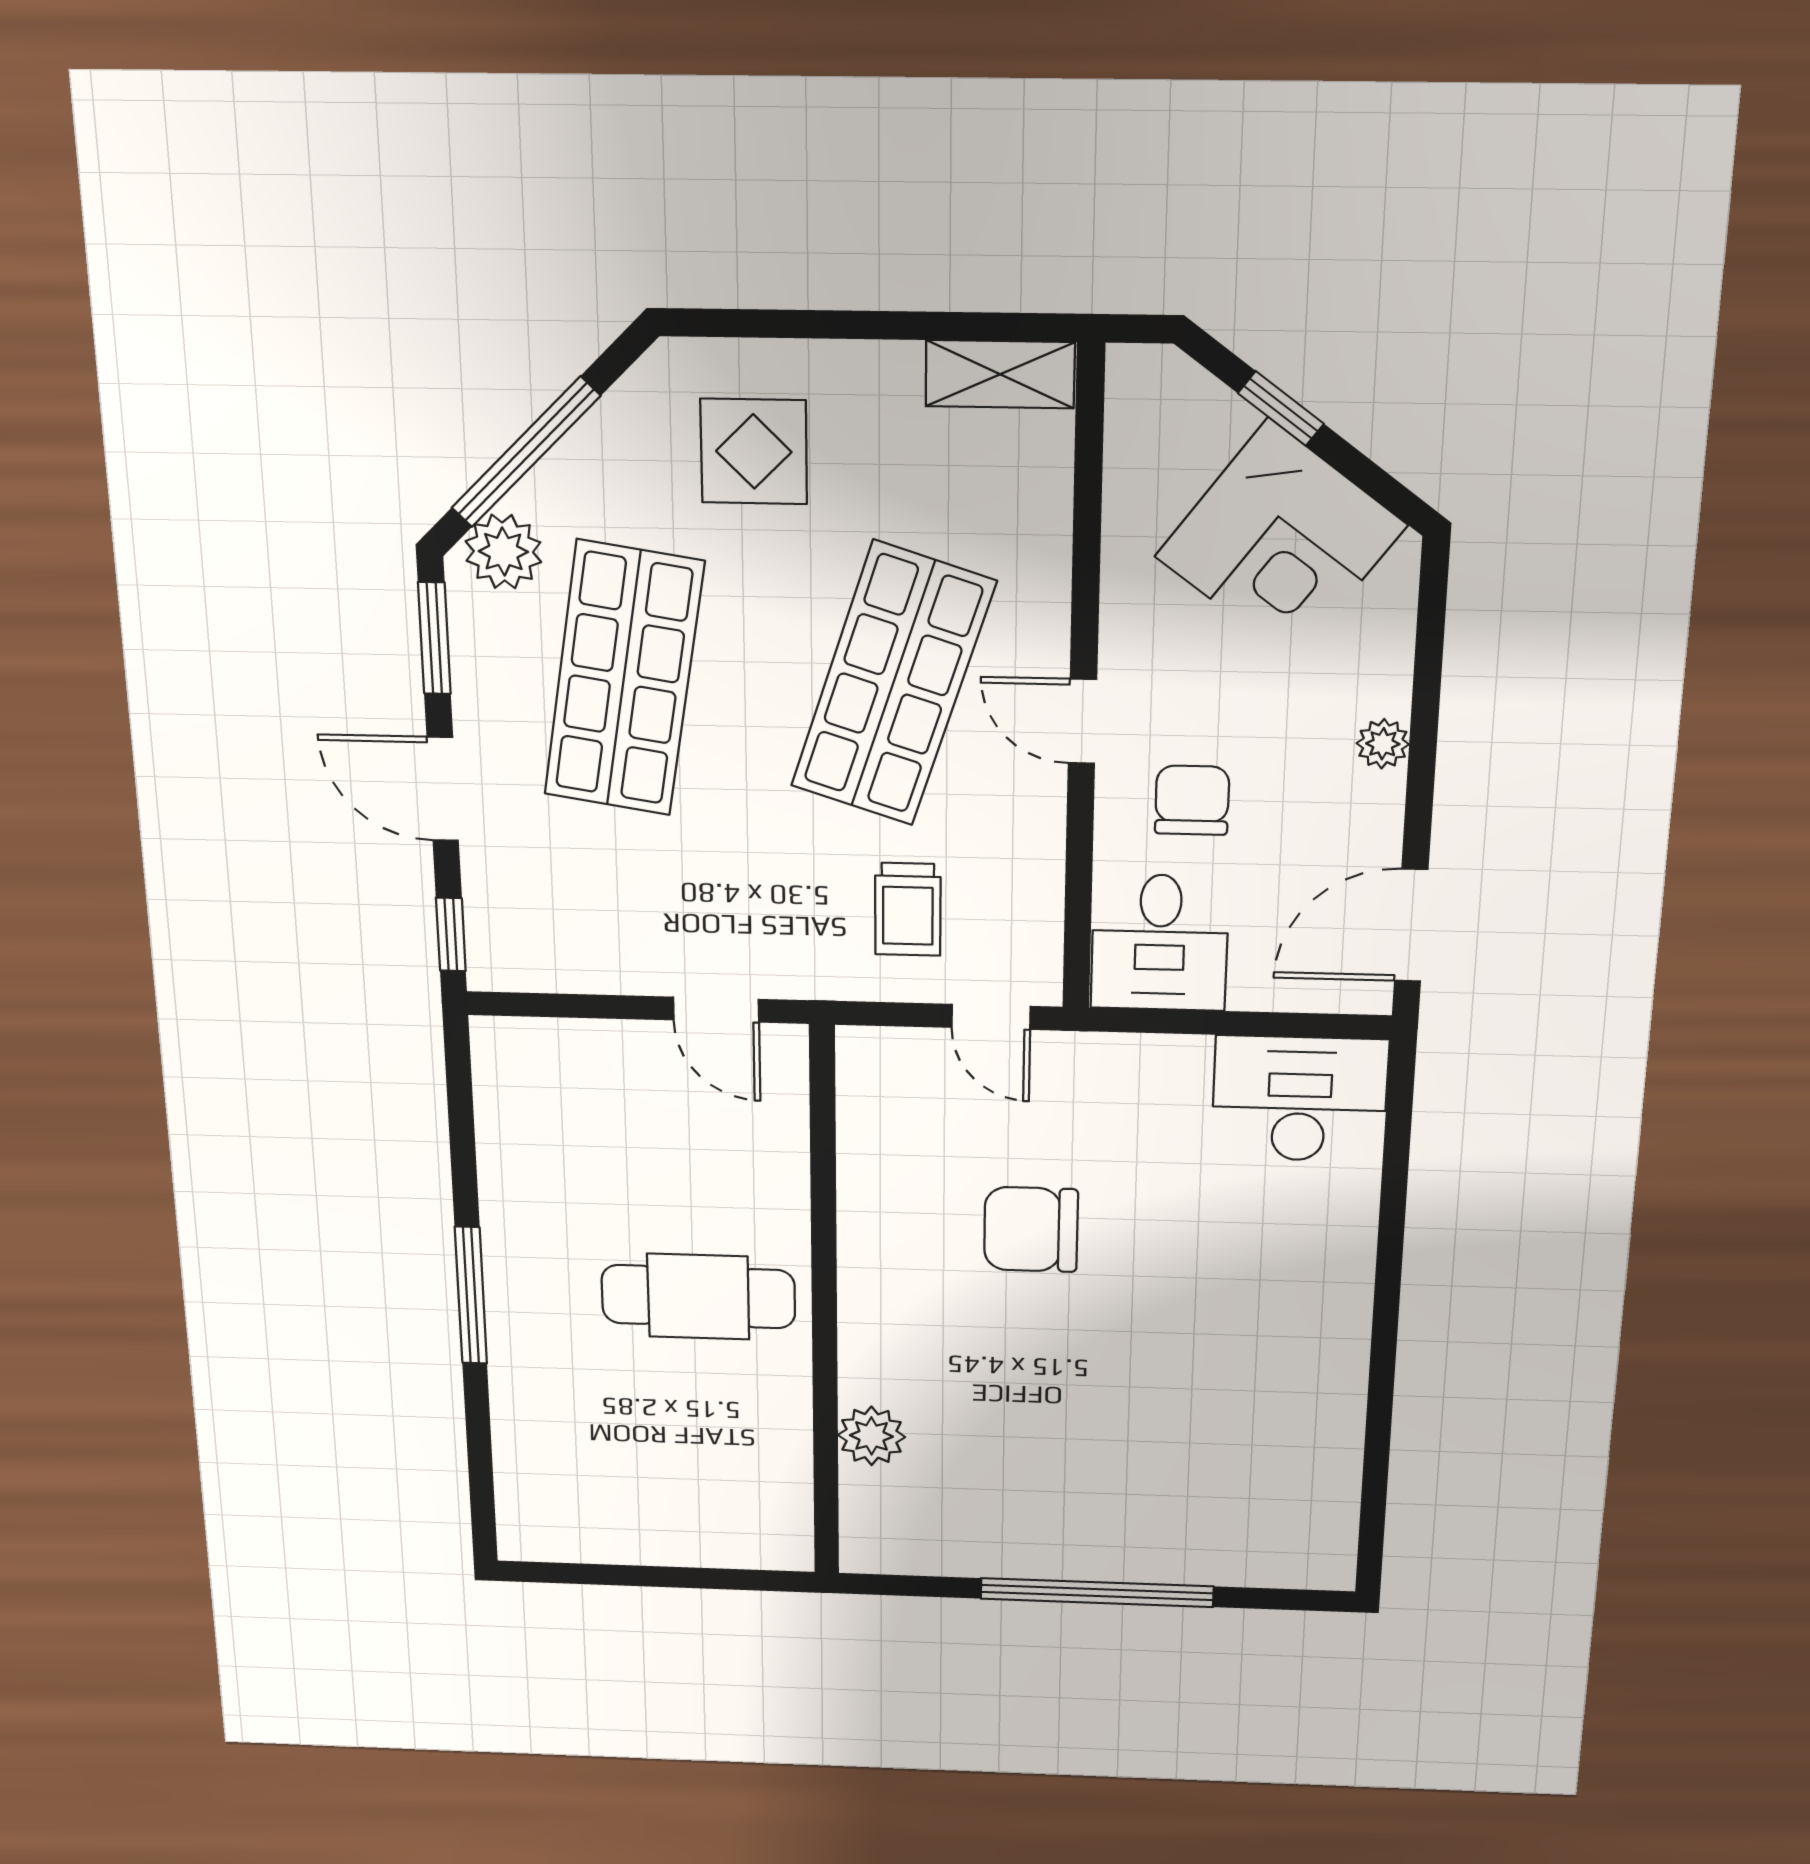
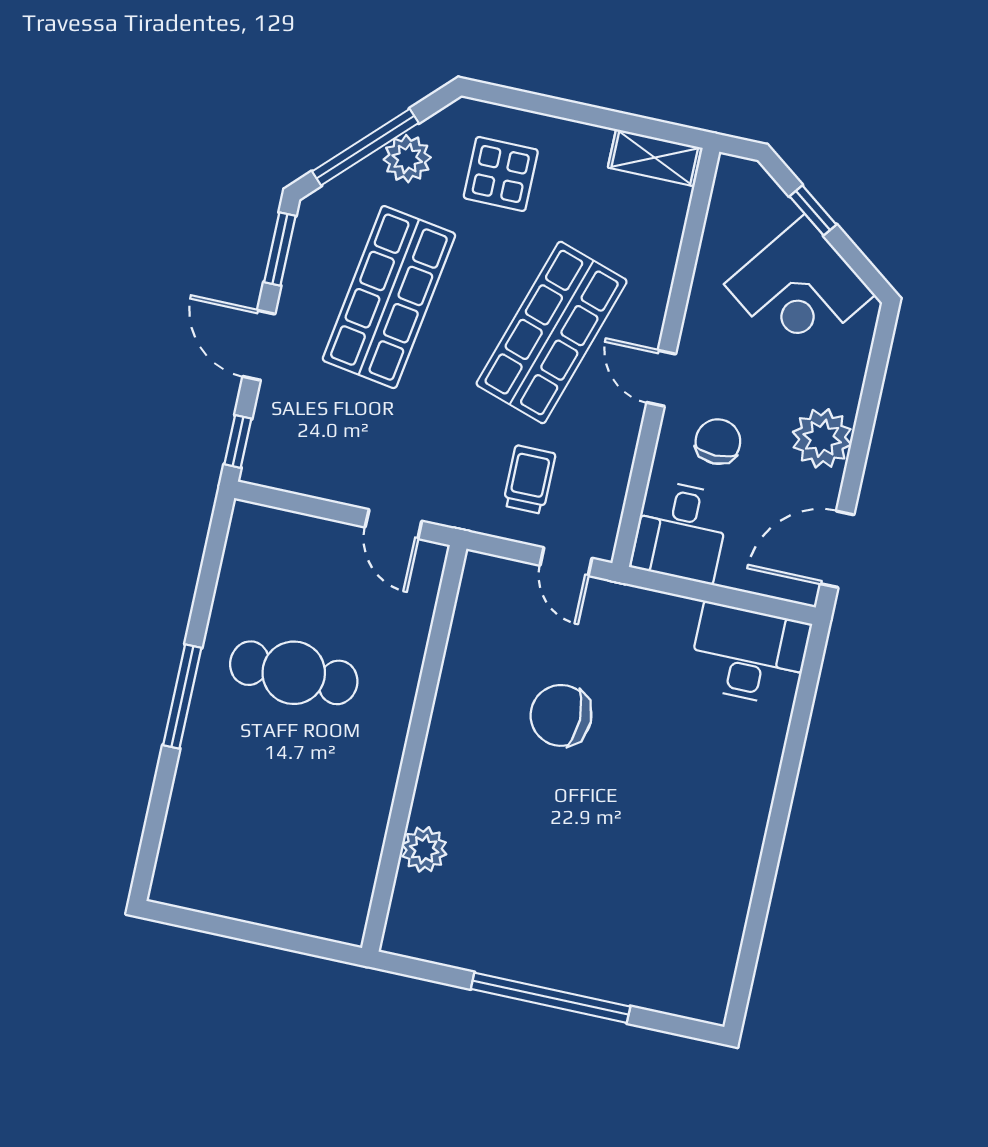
plant: (503, 552) -> (407, 159), moved
plant: (1383, 744) -> (822, 438), width x1.87, depth x1.87
trolley: (908, 909) -> (529, 480), turned 180
cafe table: (698, 1297) -> (294, 673), moved

